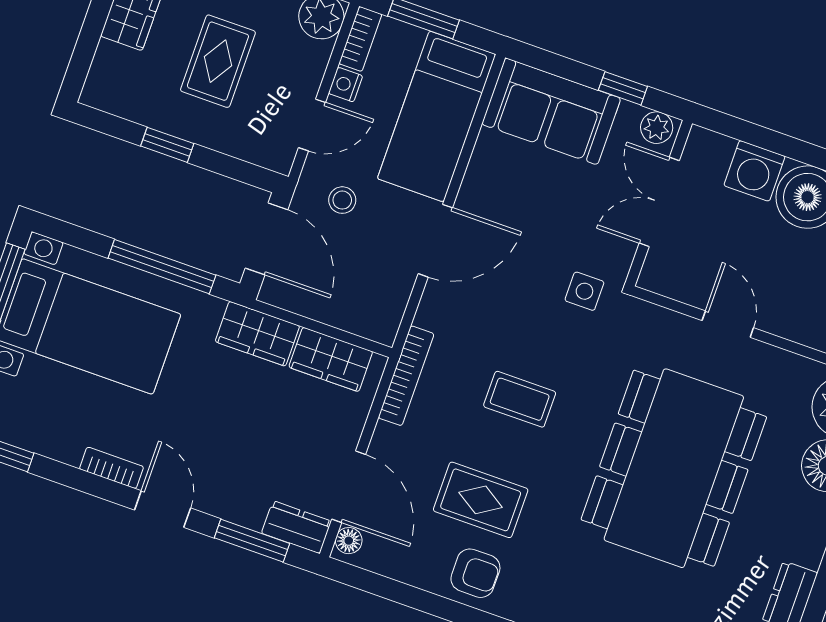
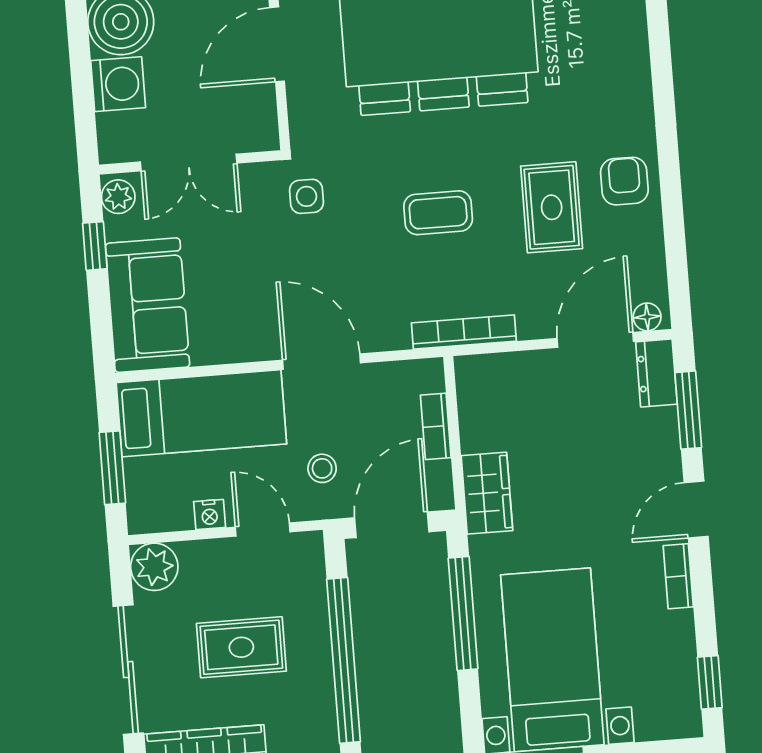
bookcase: (360, 39) -> (436, 426), moved, turned -90
window: (167, 145) -> (344, 660), width x3.17
door: (728, 324) -> (277, 44), width x1.38
wardrobe: (331, 359) -> (480, 412), removed
coffee table: (520, 399) -> (438, 213), turned 90

